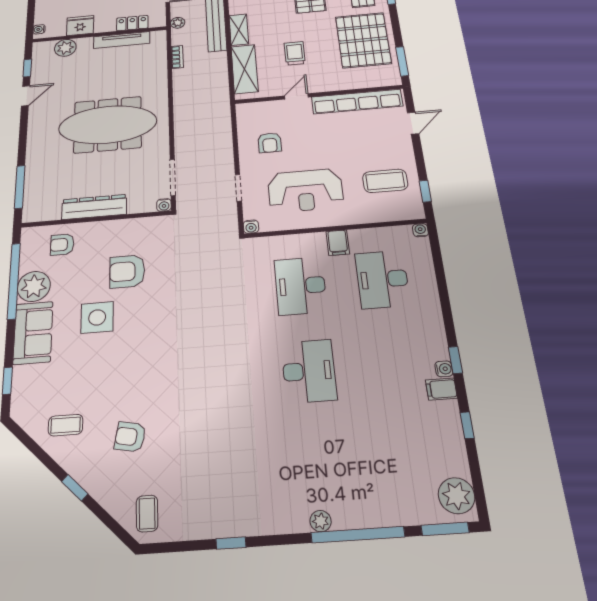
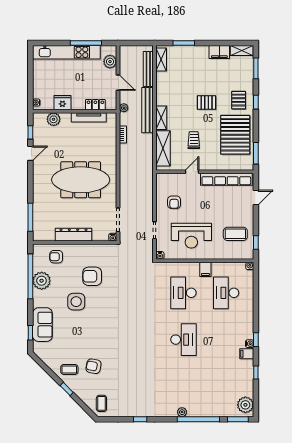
sofa: (33, 333) -> (42, 325), moved
coffee table: (66, 425) -> (69, 369), moved

